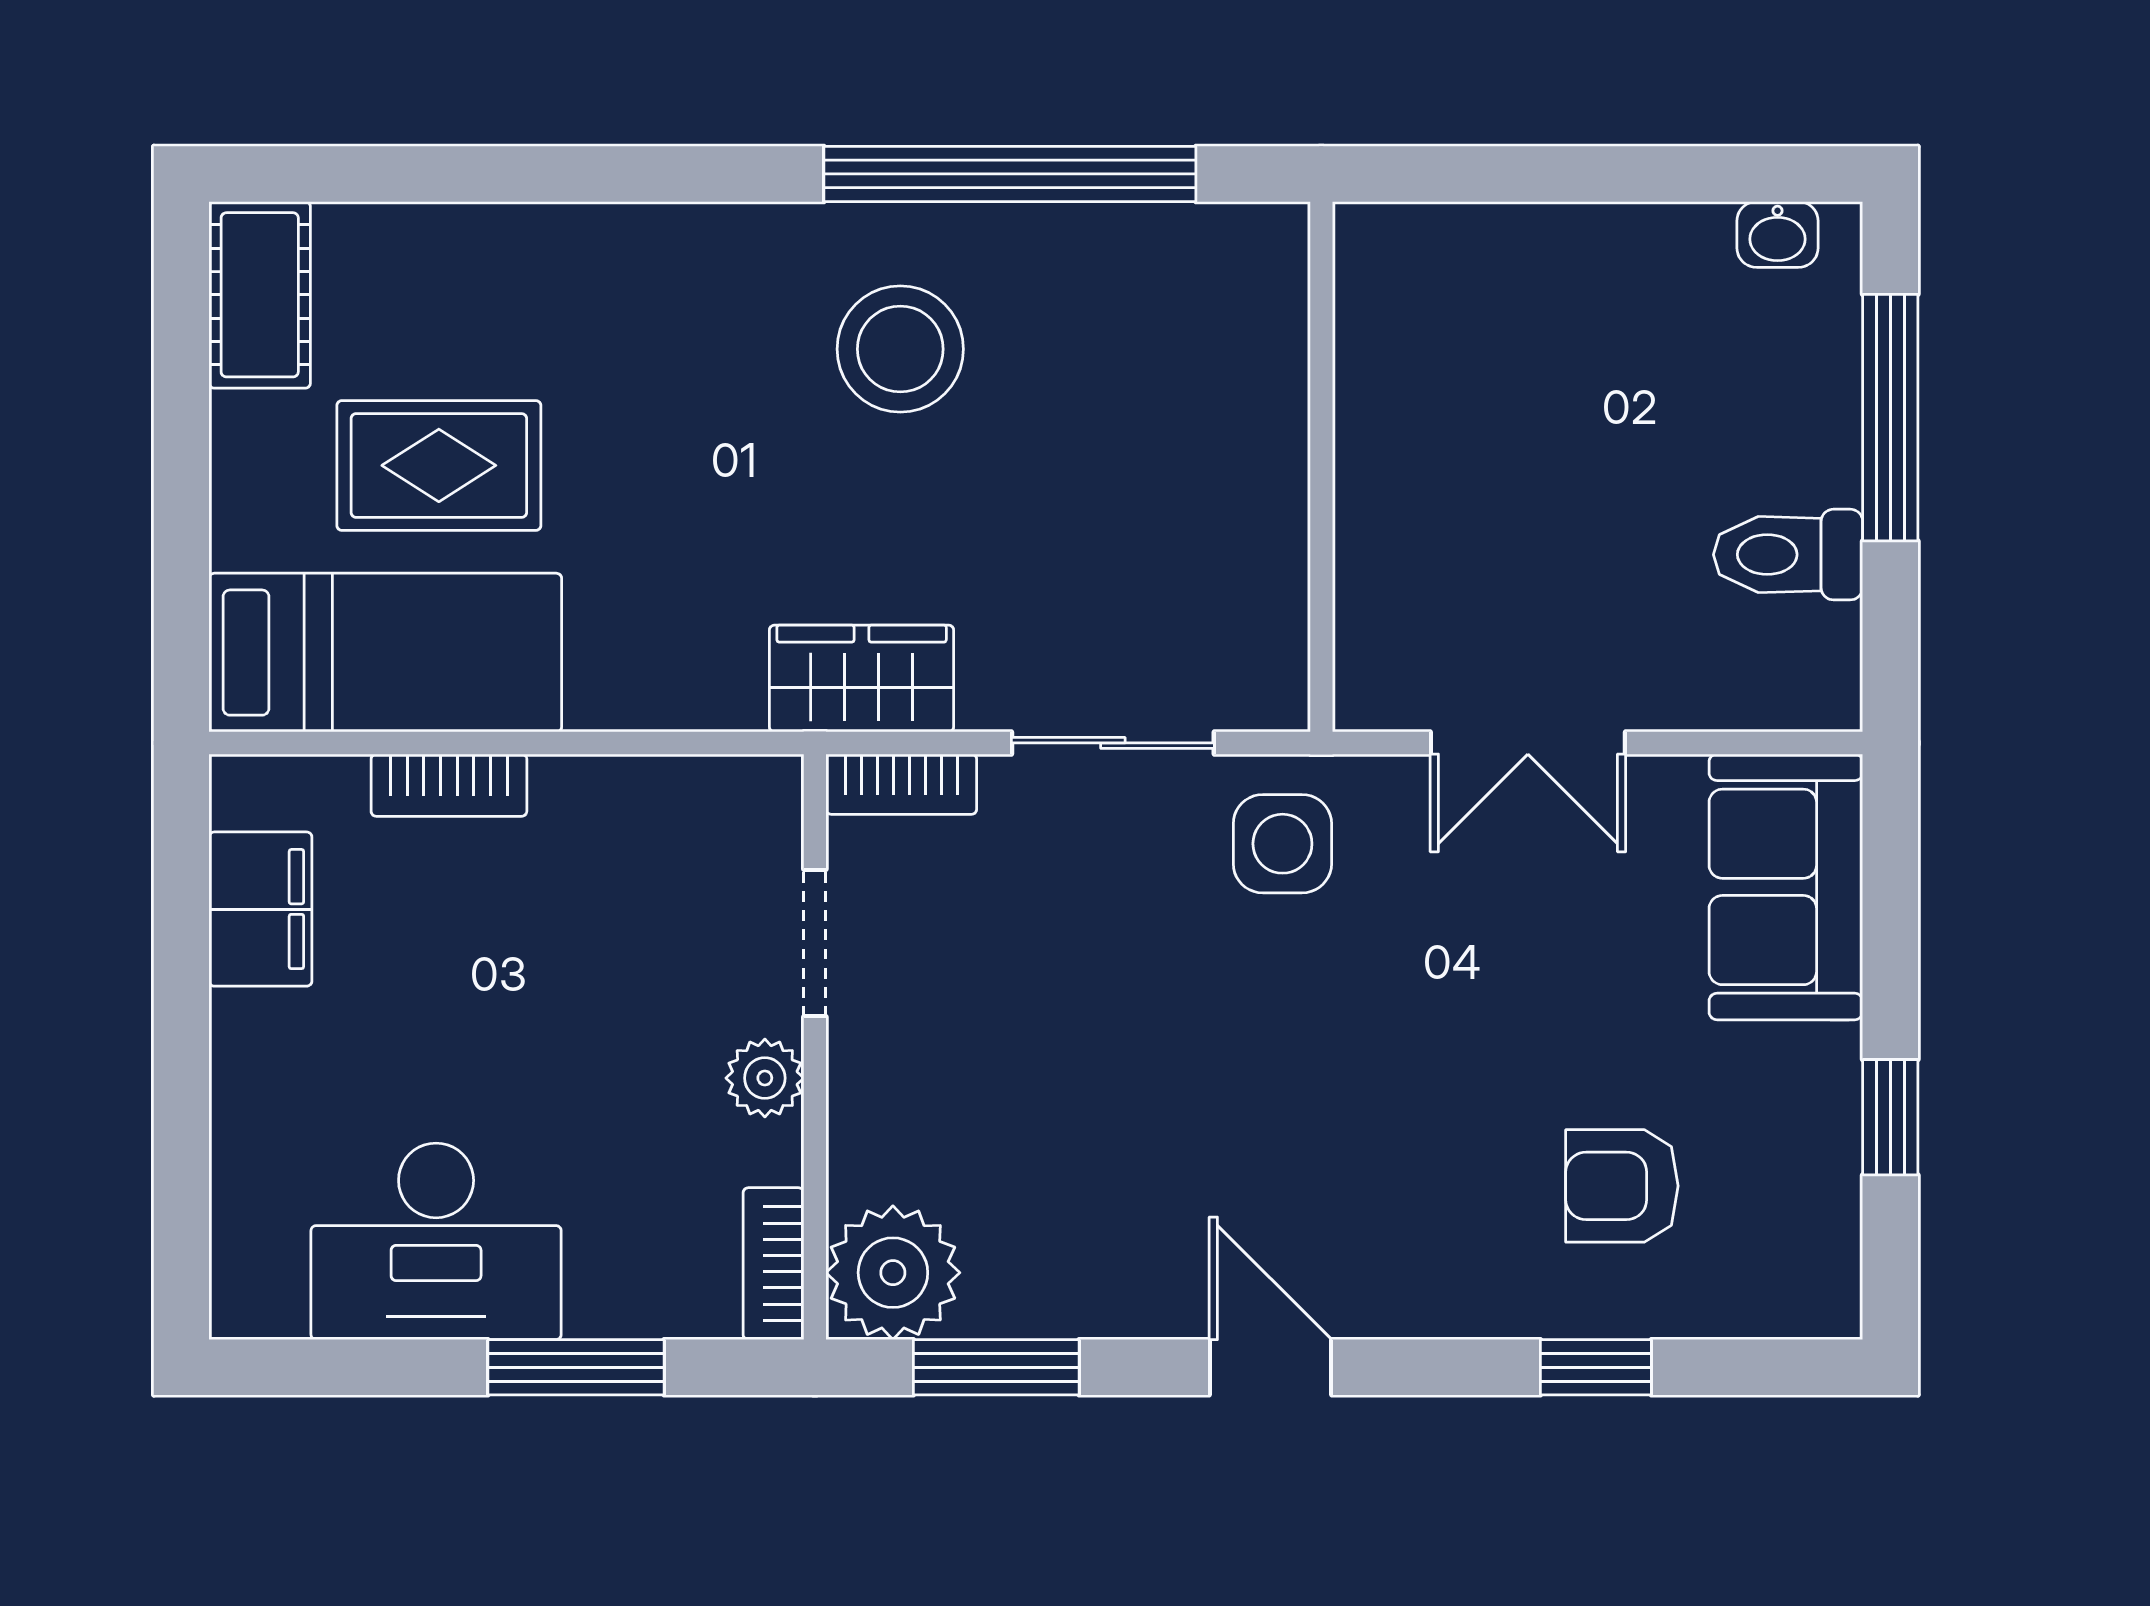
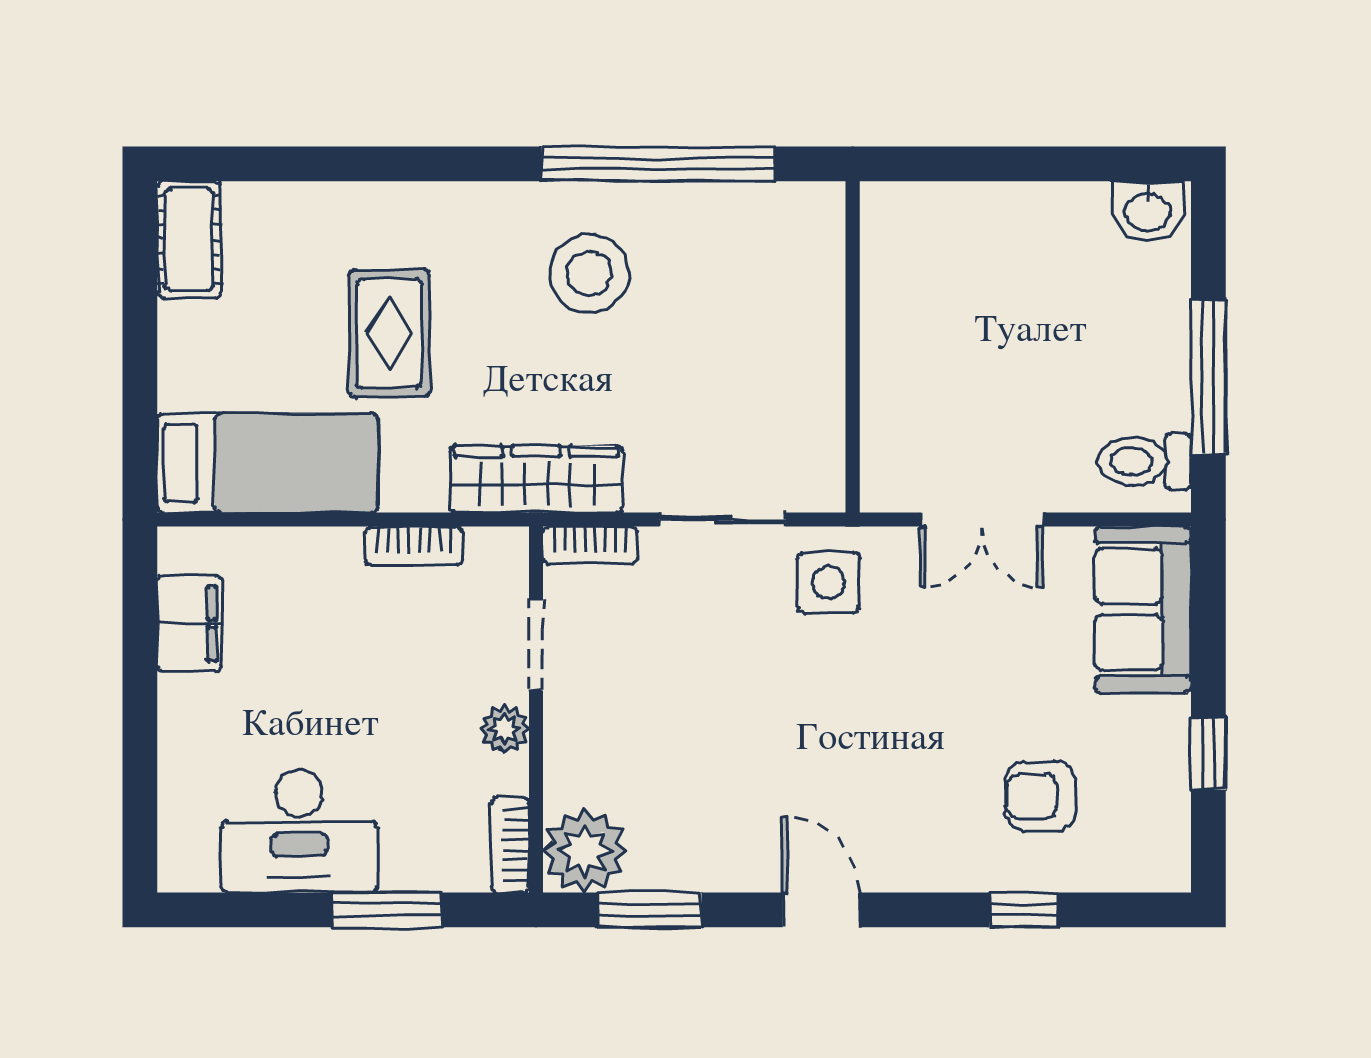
washbasin: (1777, 234) -> (1148, 211), width x1.38, depth x1.45
window: (1890, 418) -> (1208, 377), moved
rug: (439, 465) -> (389, 333), moved, turned 90
toilet: (1788, 555) -> (1144, 461), moved
wardrobe: (862, 678) -> (536, 479), width x1.50
bookcase: (449, 785) -> (414, 546), moved

